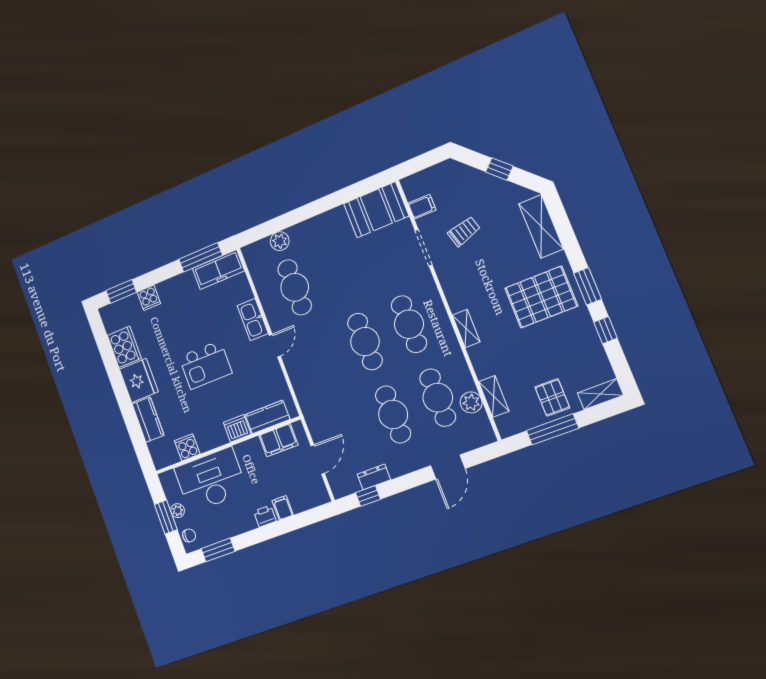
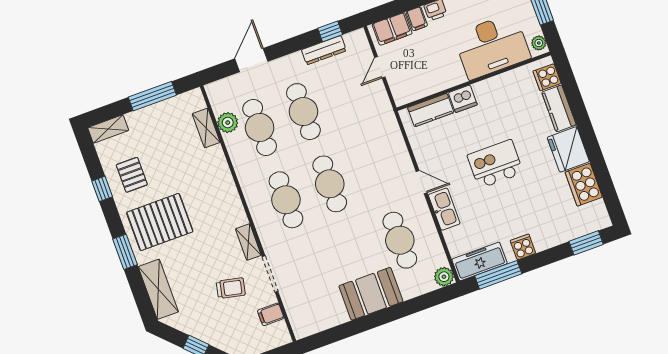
booth: (376, 210) -> (371, 294), moved
trolley: (464, 231) -> (231, 288), turned -152
plant: (280, 241) -> (444, 277), moved
window: (587, 286) -> (125, 252), moved
cooker: (149, 298) -> (523, 247), moved
shelving: (466, 329) -> (248, 242), moved
door: (275, 346) -> (422, 182), swing flipped
pallet: (552, 397) -> (132, 175), moved
filing cabinet: (278, 440) -> (392, 29), moved, turned 180
cooker: (187, 447) -> (547, 77), moved, turned 90
door: (318, 460) -> (380, 67), width x0.73
dresser: (374, 477) -> (324, 50), width x1.44
plant: (178, 511) -> (539, 43), moved

